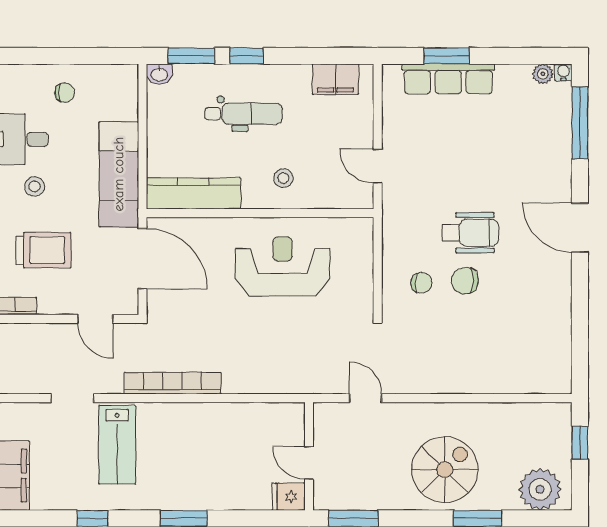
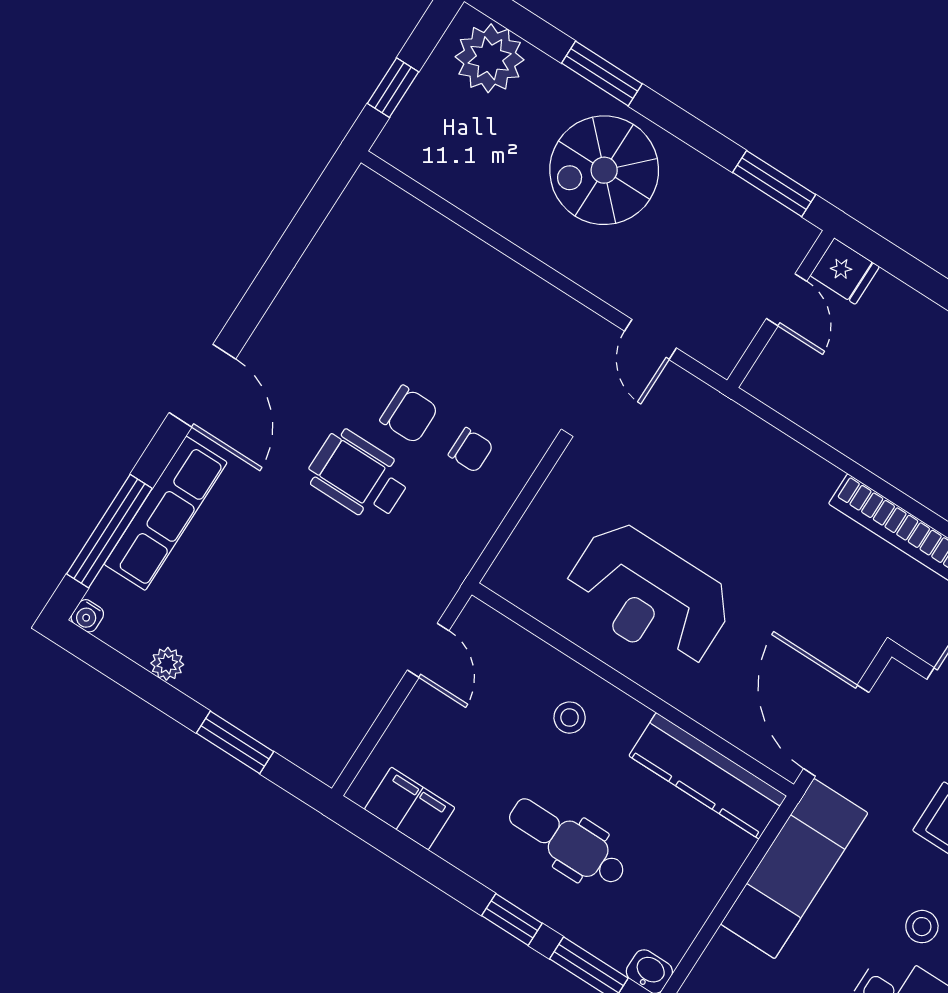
plant: (543, 74) -> (167, 664), moved
row of seats: (448, 79) -> (166, 513), moved, turned 90
chair: (421, 283) -> (471, 450), turned 180

